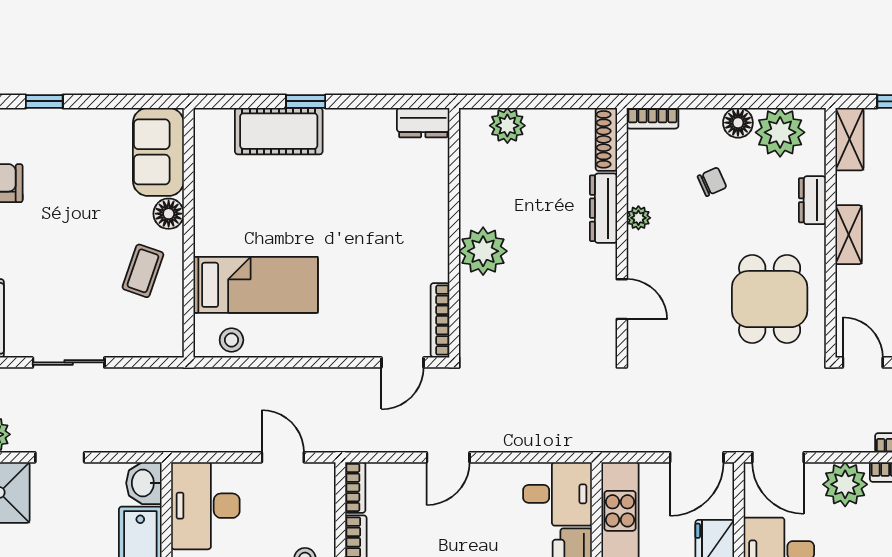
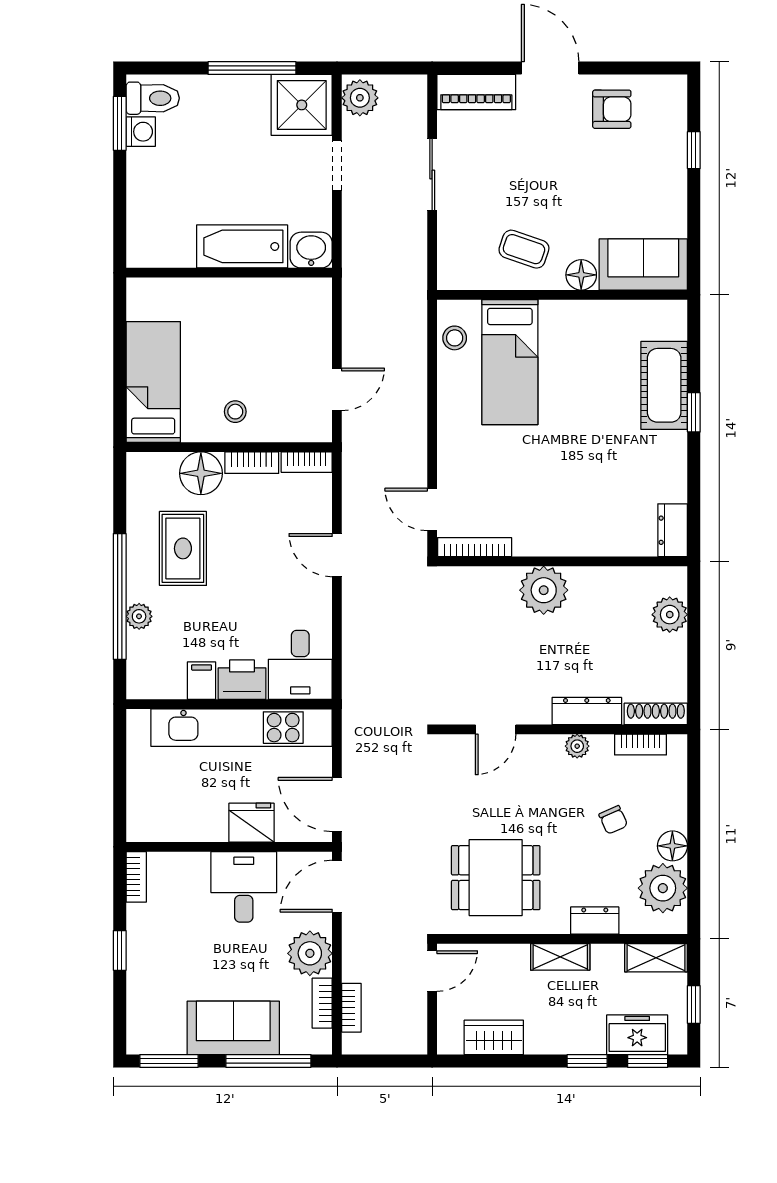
bookcase: (652, 118) -> (640, 745), moved, turned -90
desk: (205, 506) -> (288, 312), removed

